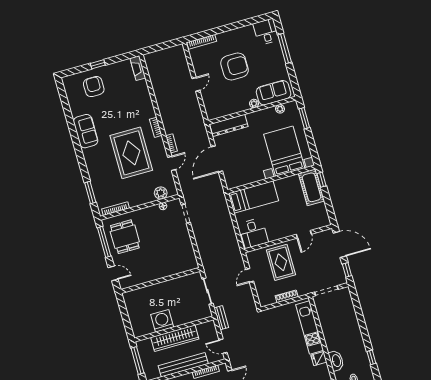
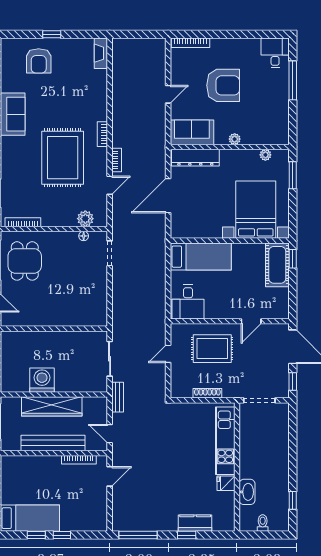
armchair: (94, 87) -> (39, 61), turned 180
sofa: (274, 93) -> (192, 132), moved
rug: (281, 262) -> (212, 349), turned 90

